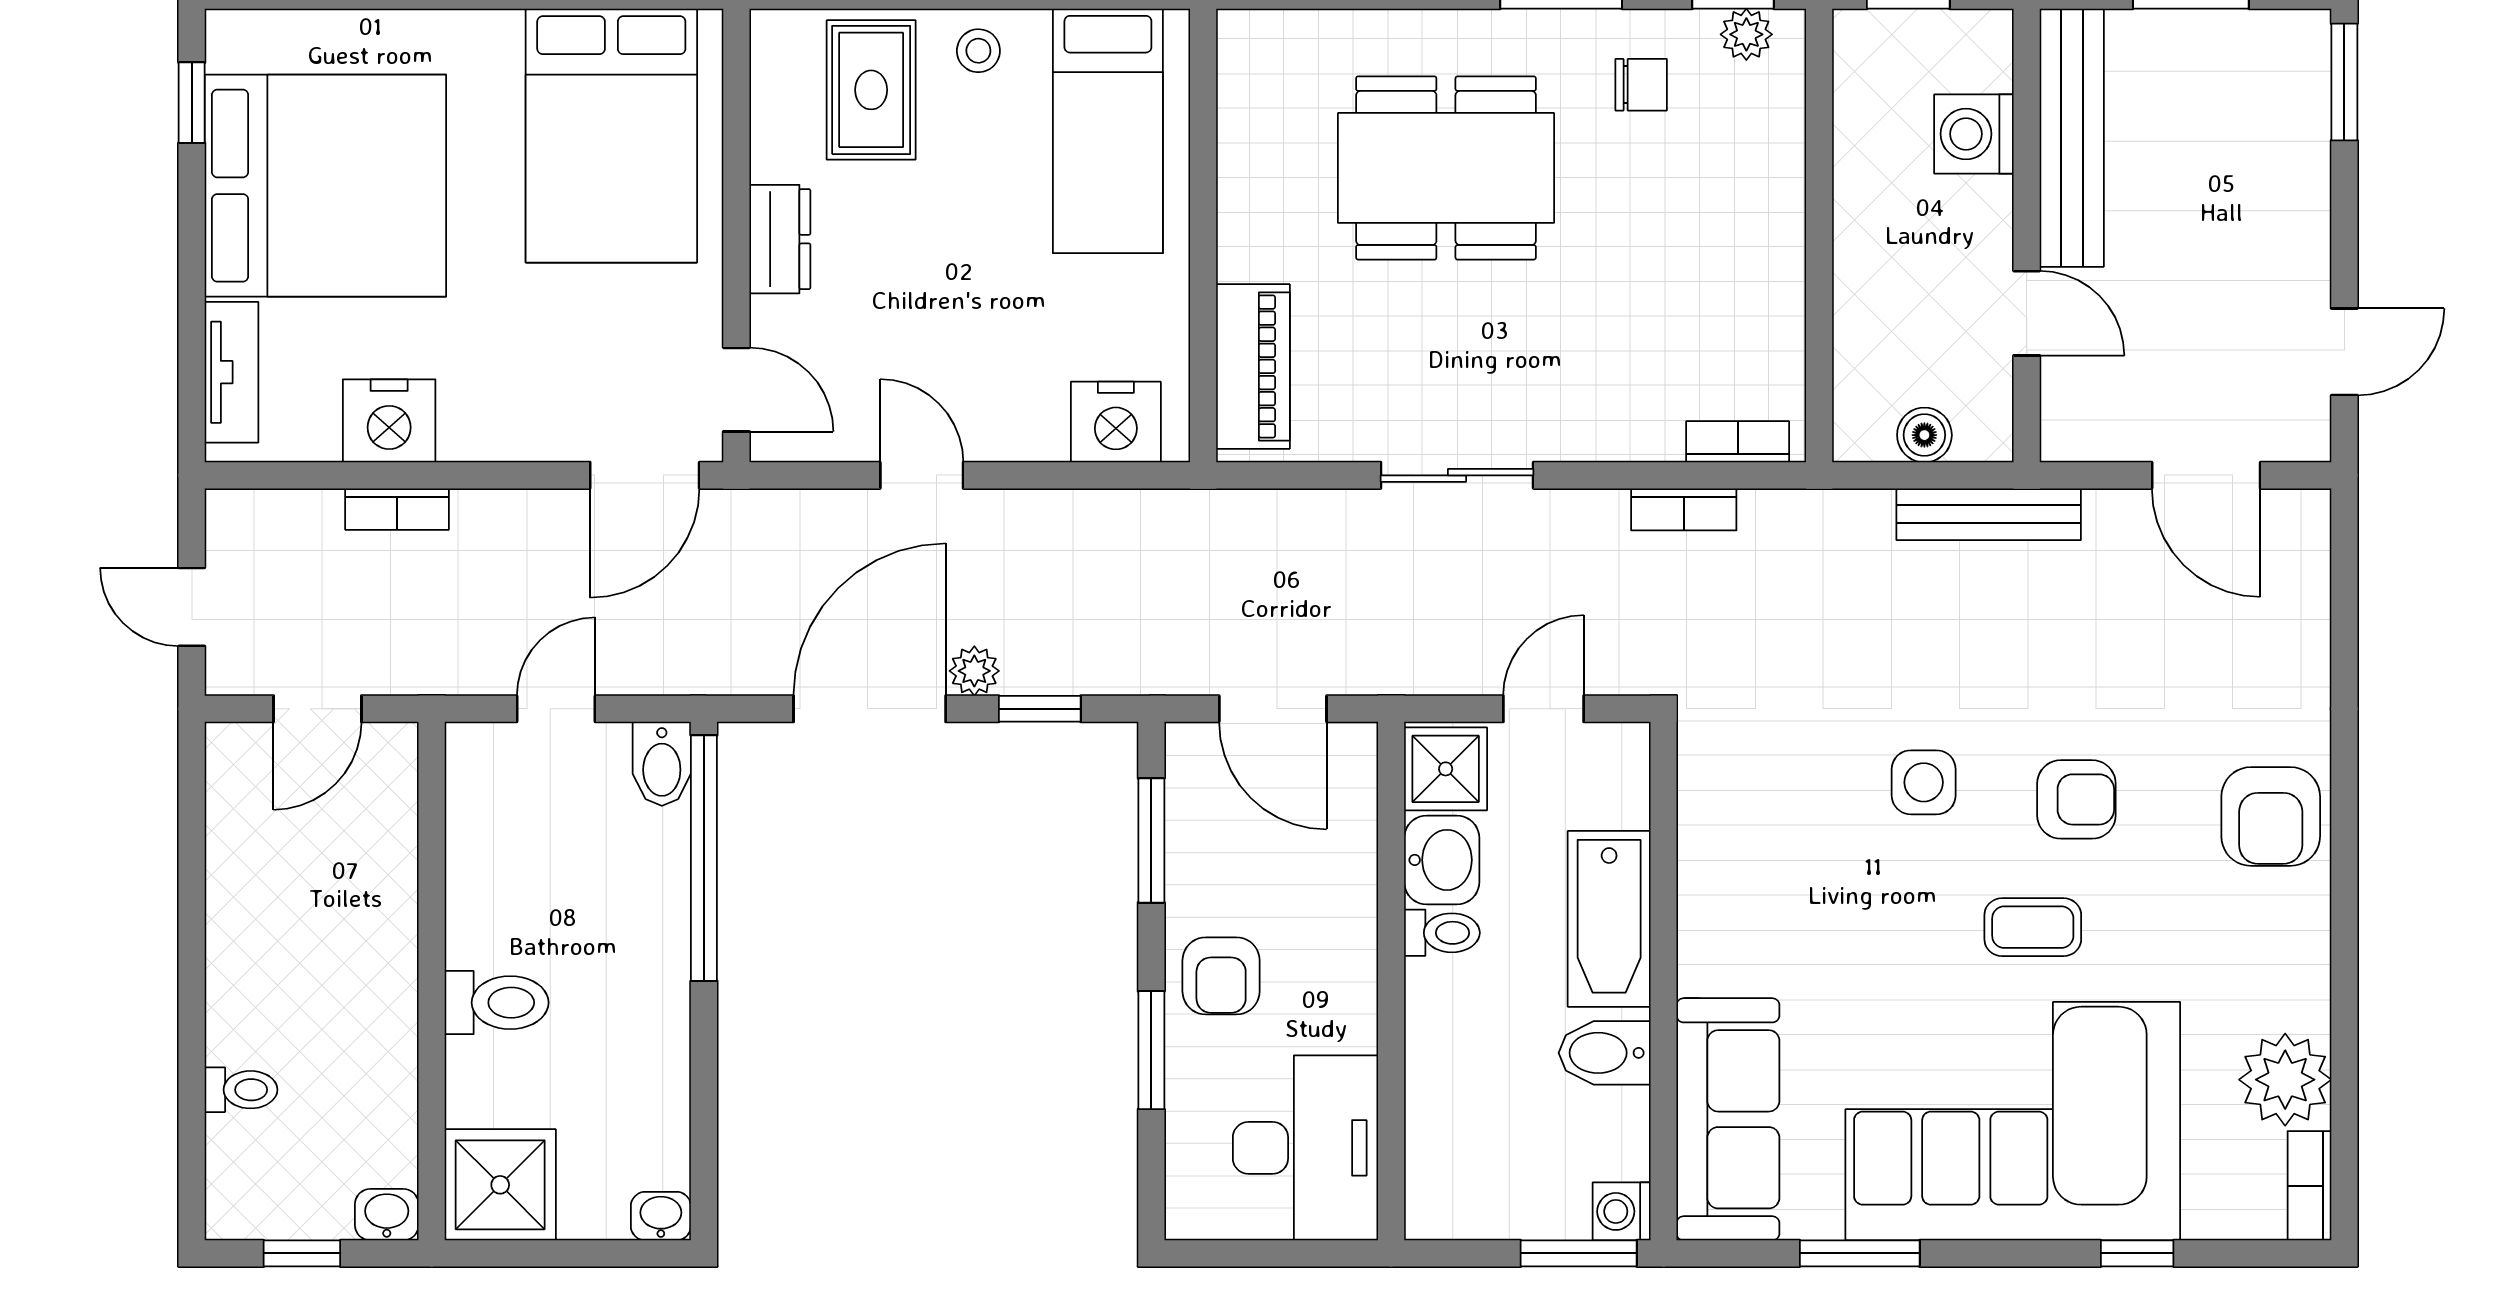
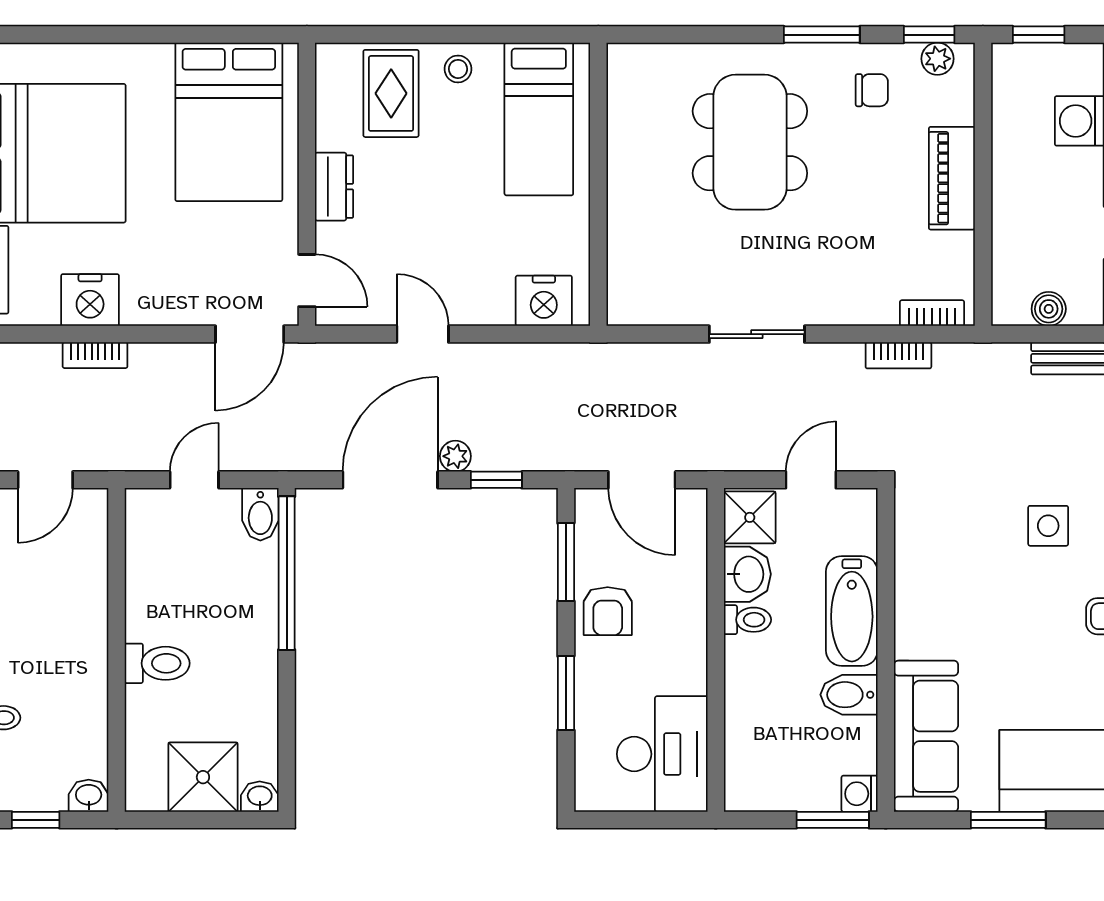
dining table: (1446, 168) -> (750, 142), turned 90
piano: (1253, 366) -> (952, 178), moved, turned 180
armchair: (1221, 976) -> (608, 611), moved
shower: (500, 1185) -> (203, 777), moved

